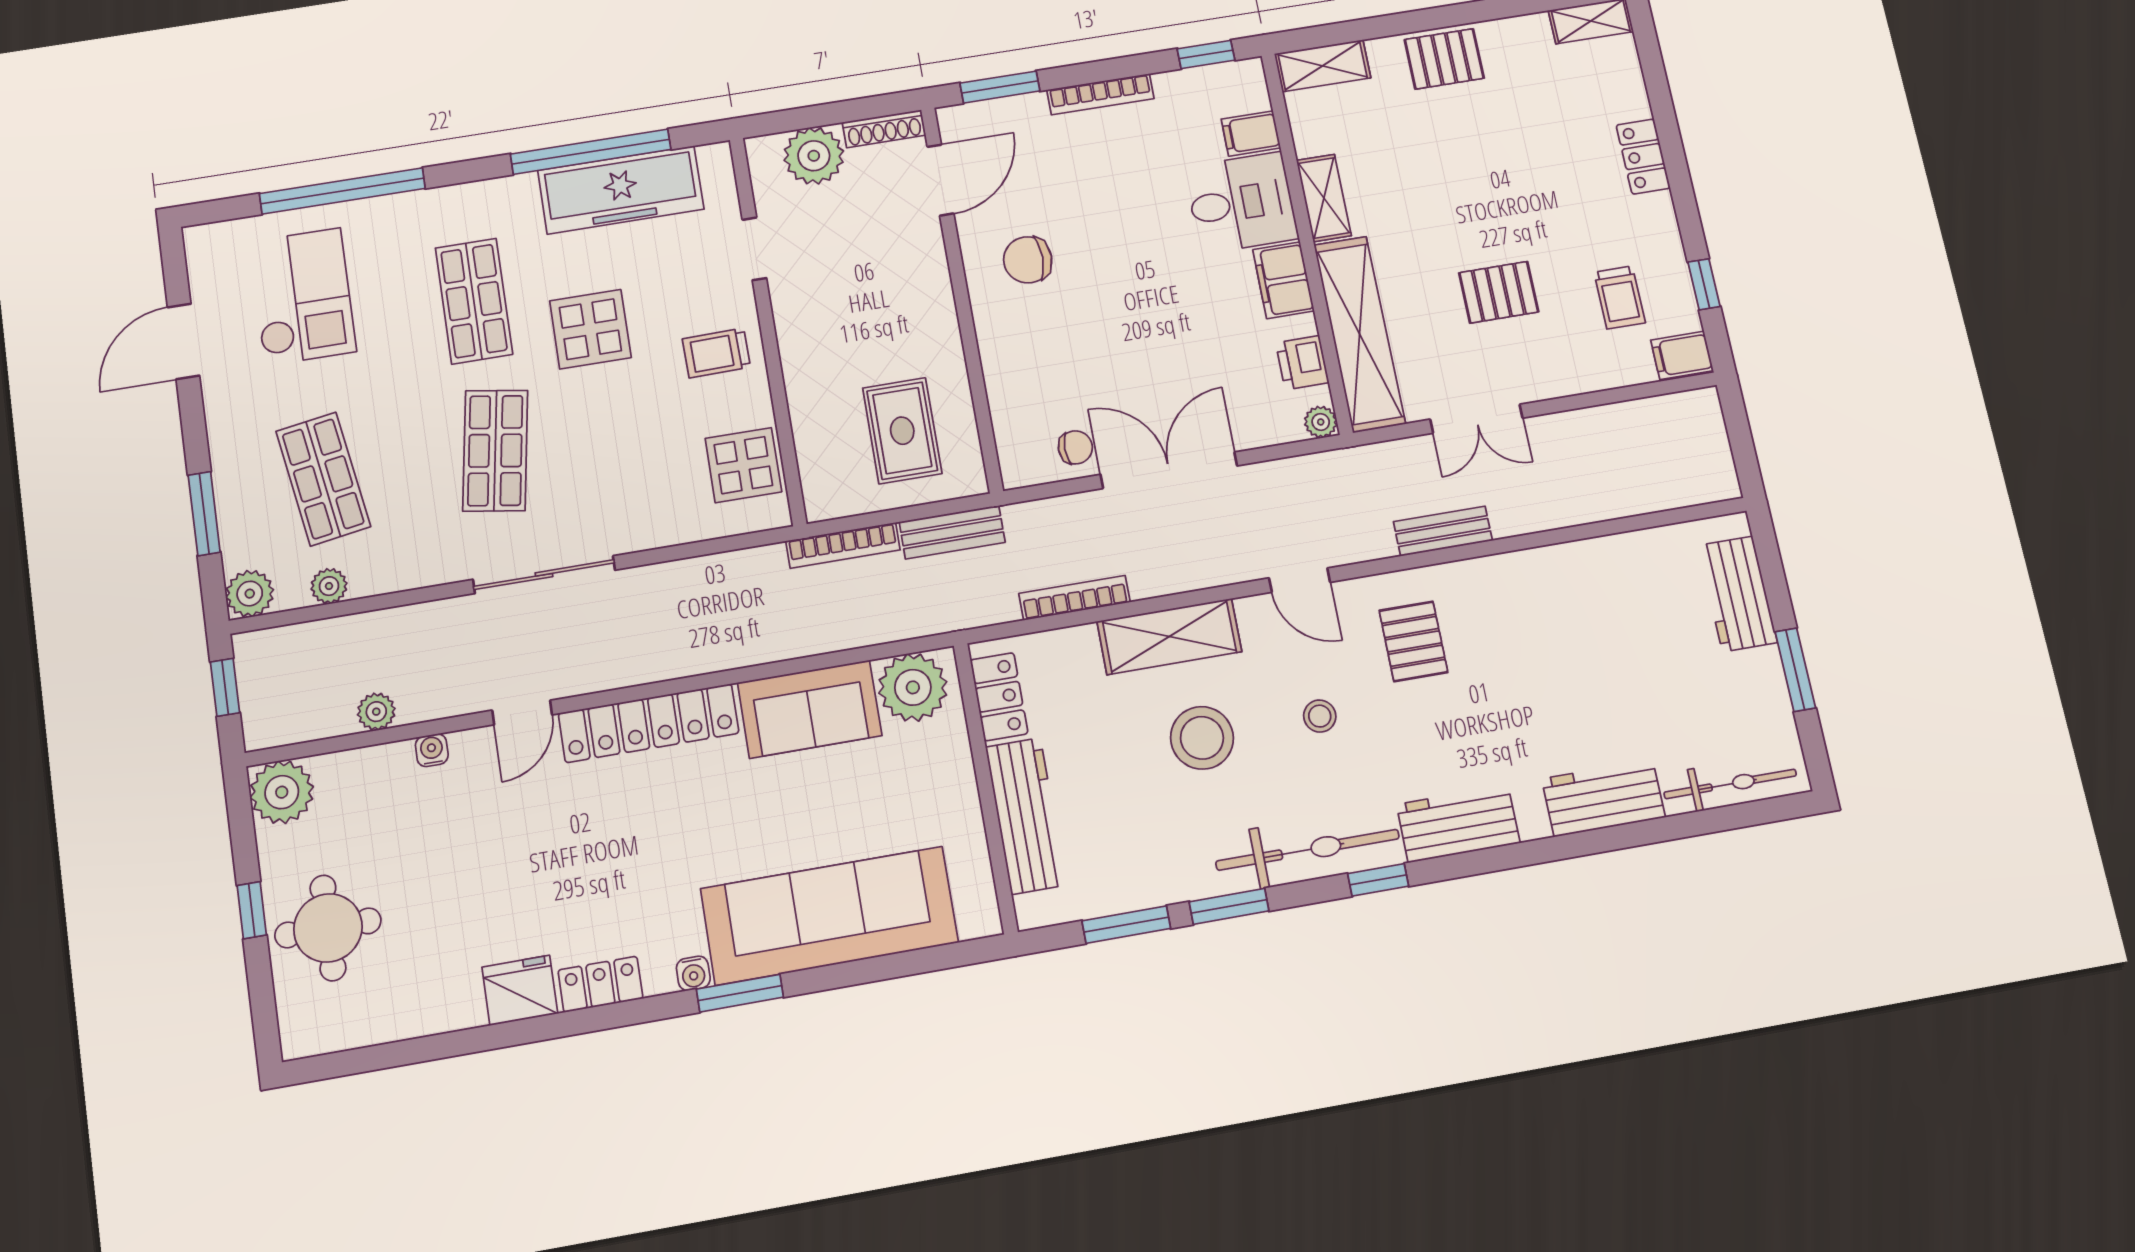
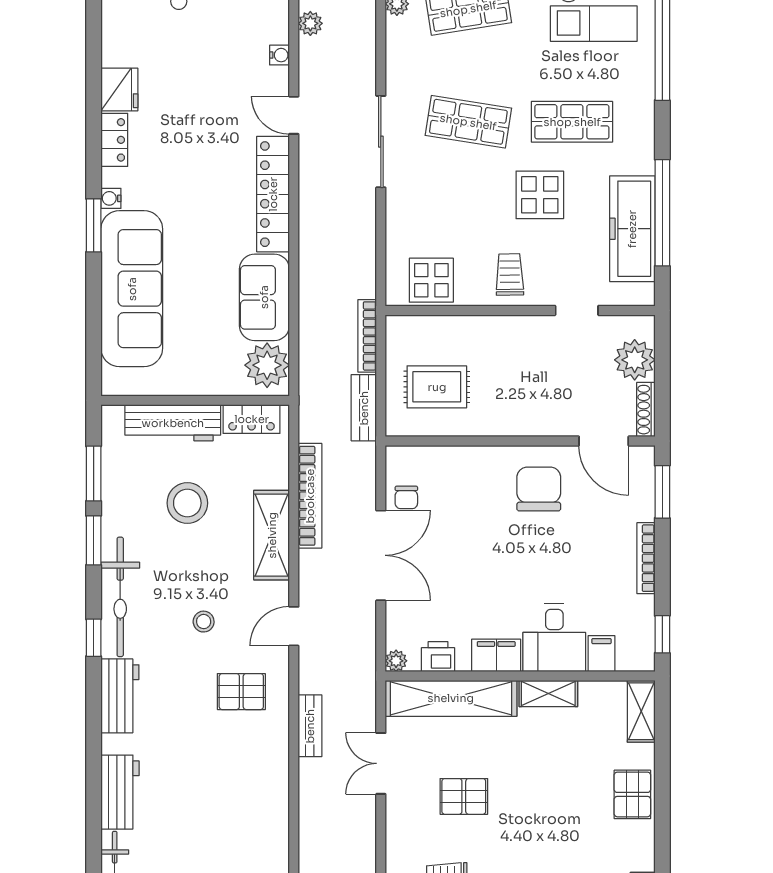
chair: (1028, 260) -> (539, 489), width x1.37, depth x1.37
pallet: (1499, 292) -> (464, 796), turned 90
bookcase: (1075, 598) -> (310, 496), width x1.48, depth x1.31
stool: (1202, 738) -> (187, 503), moved

